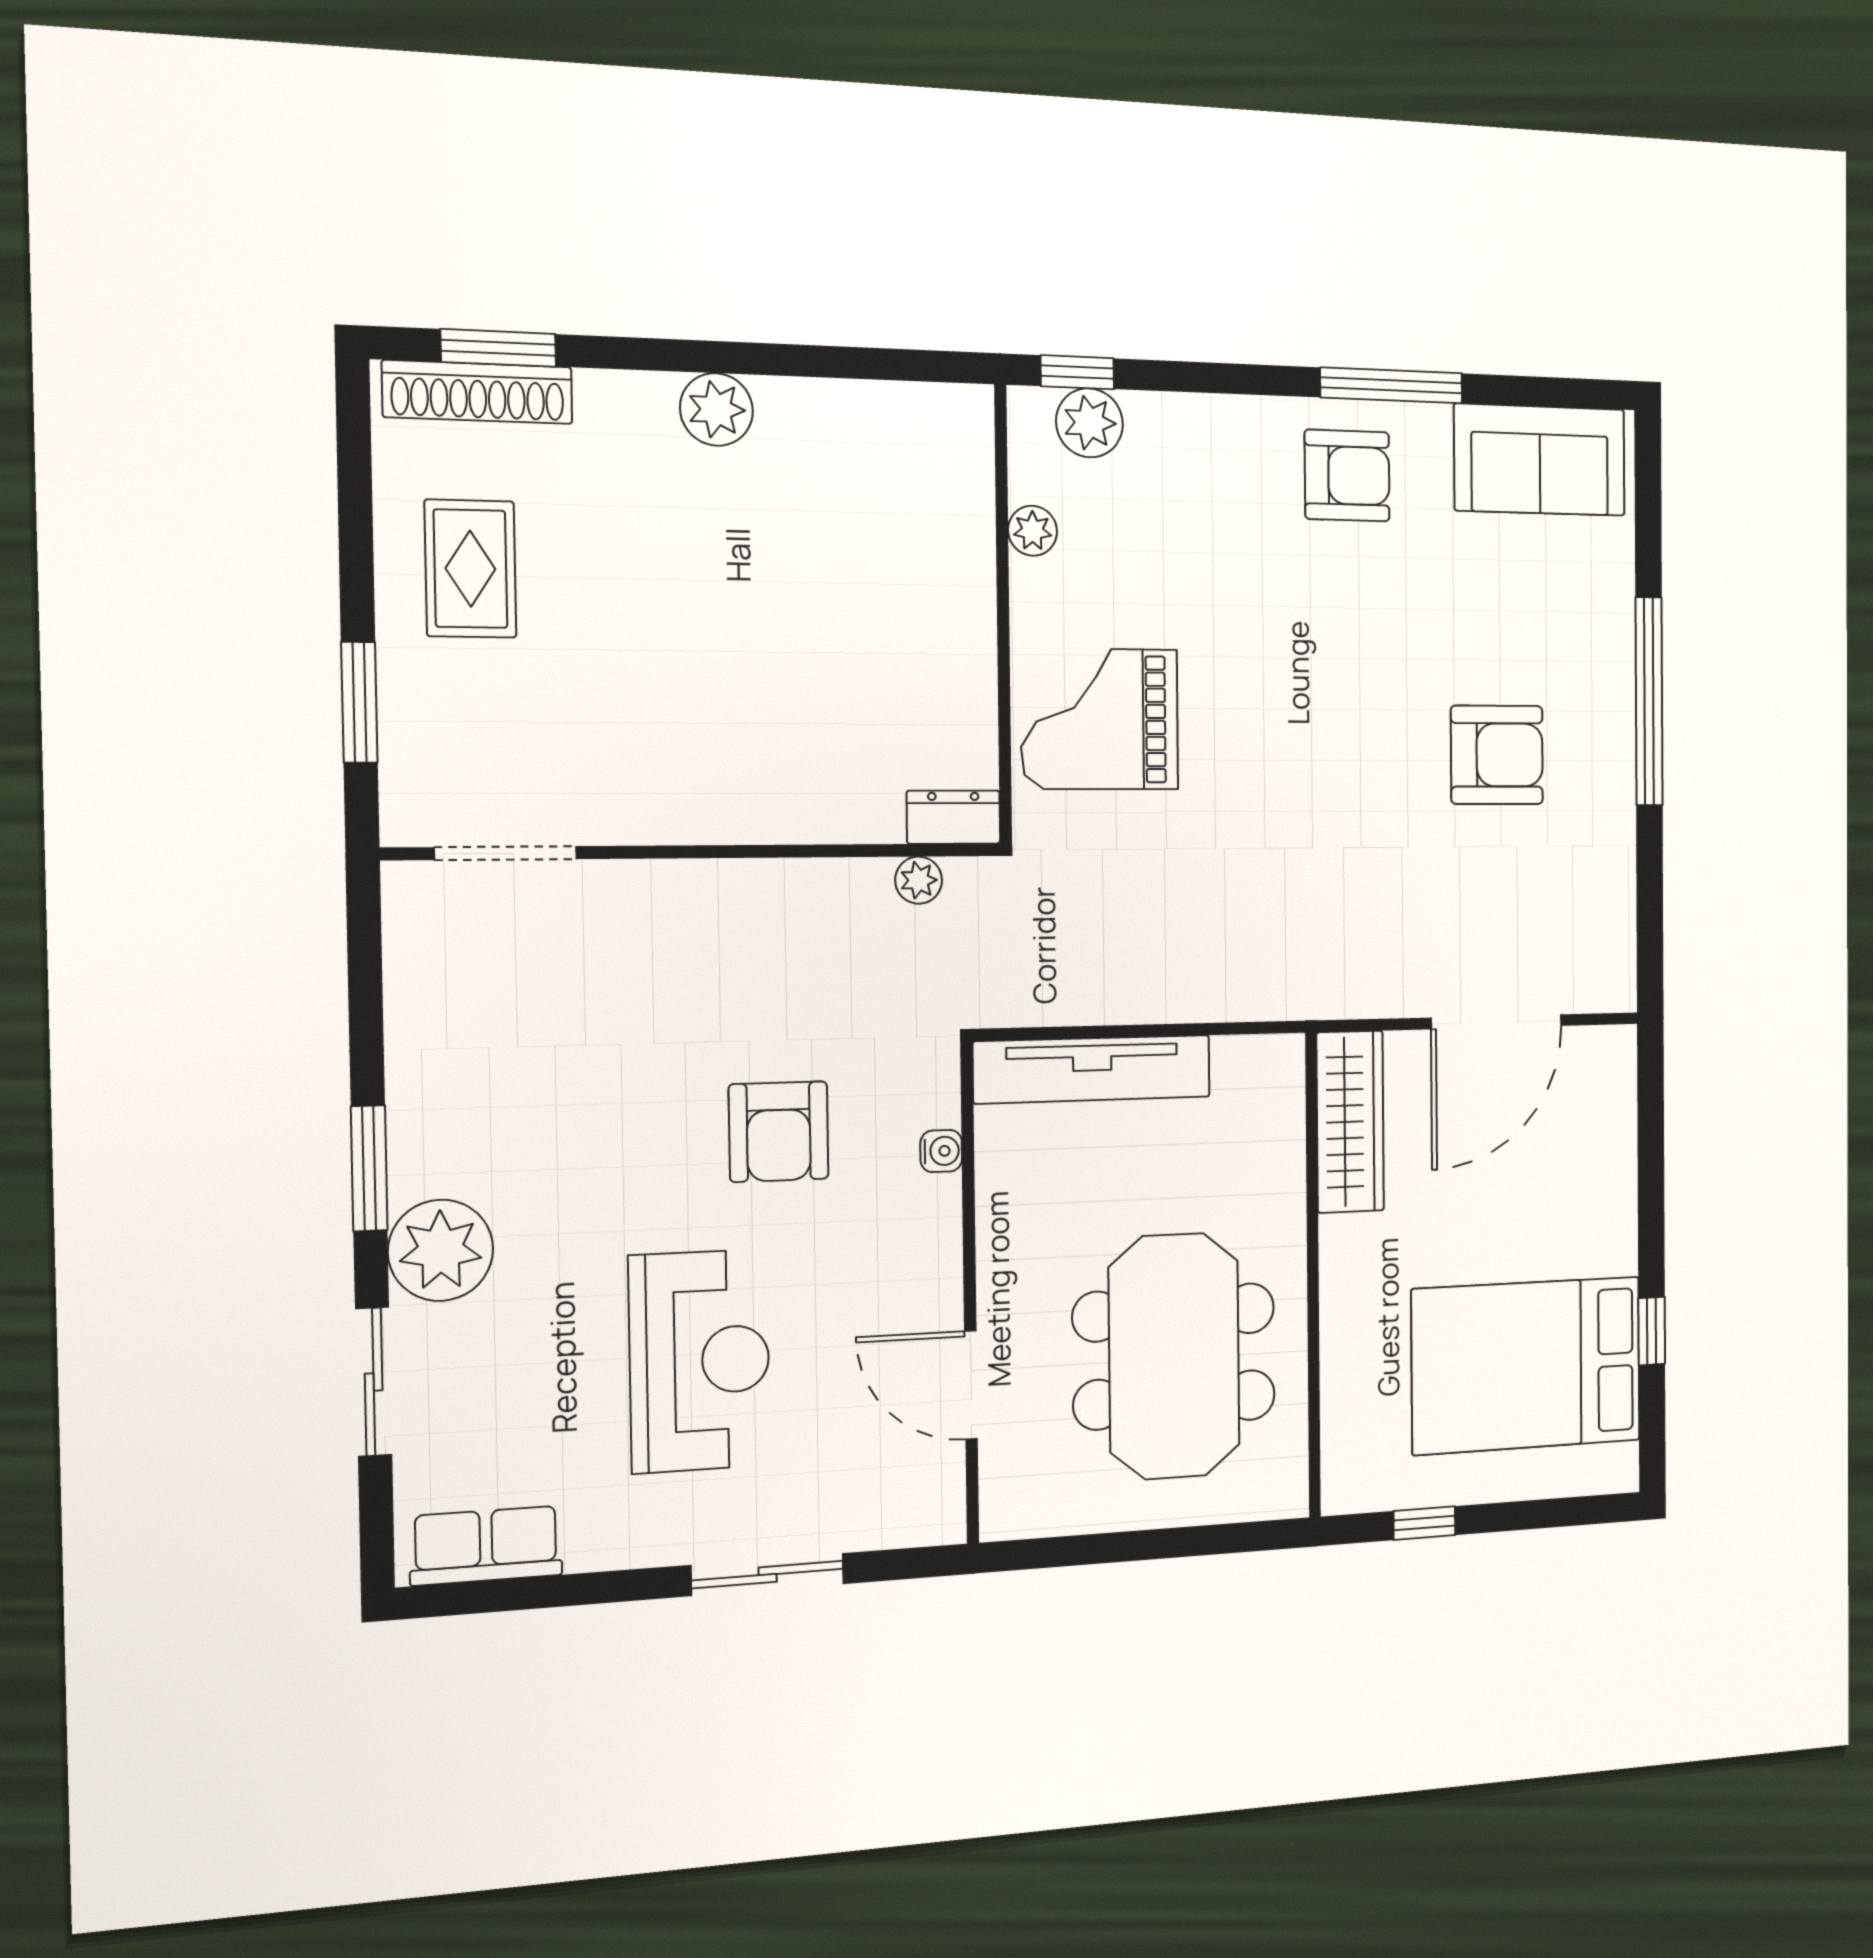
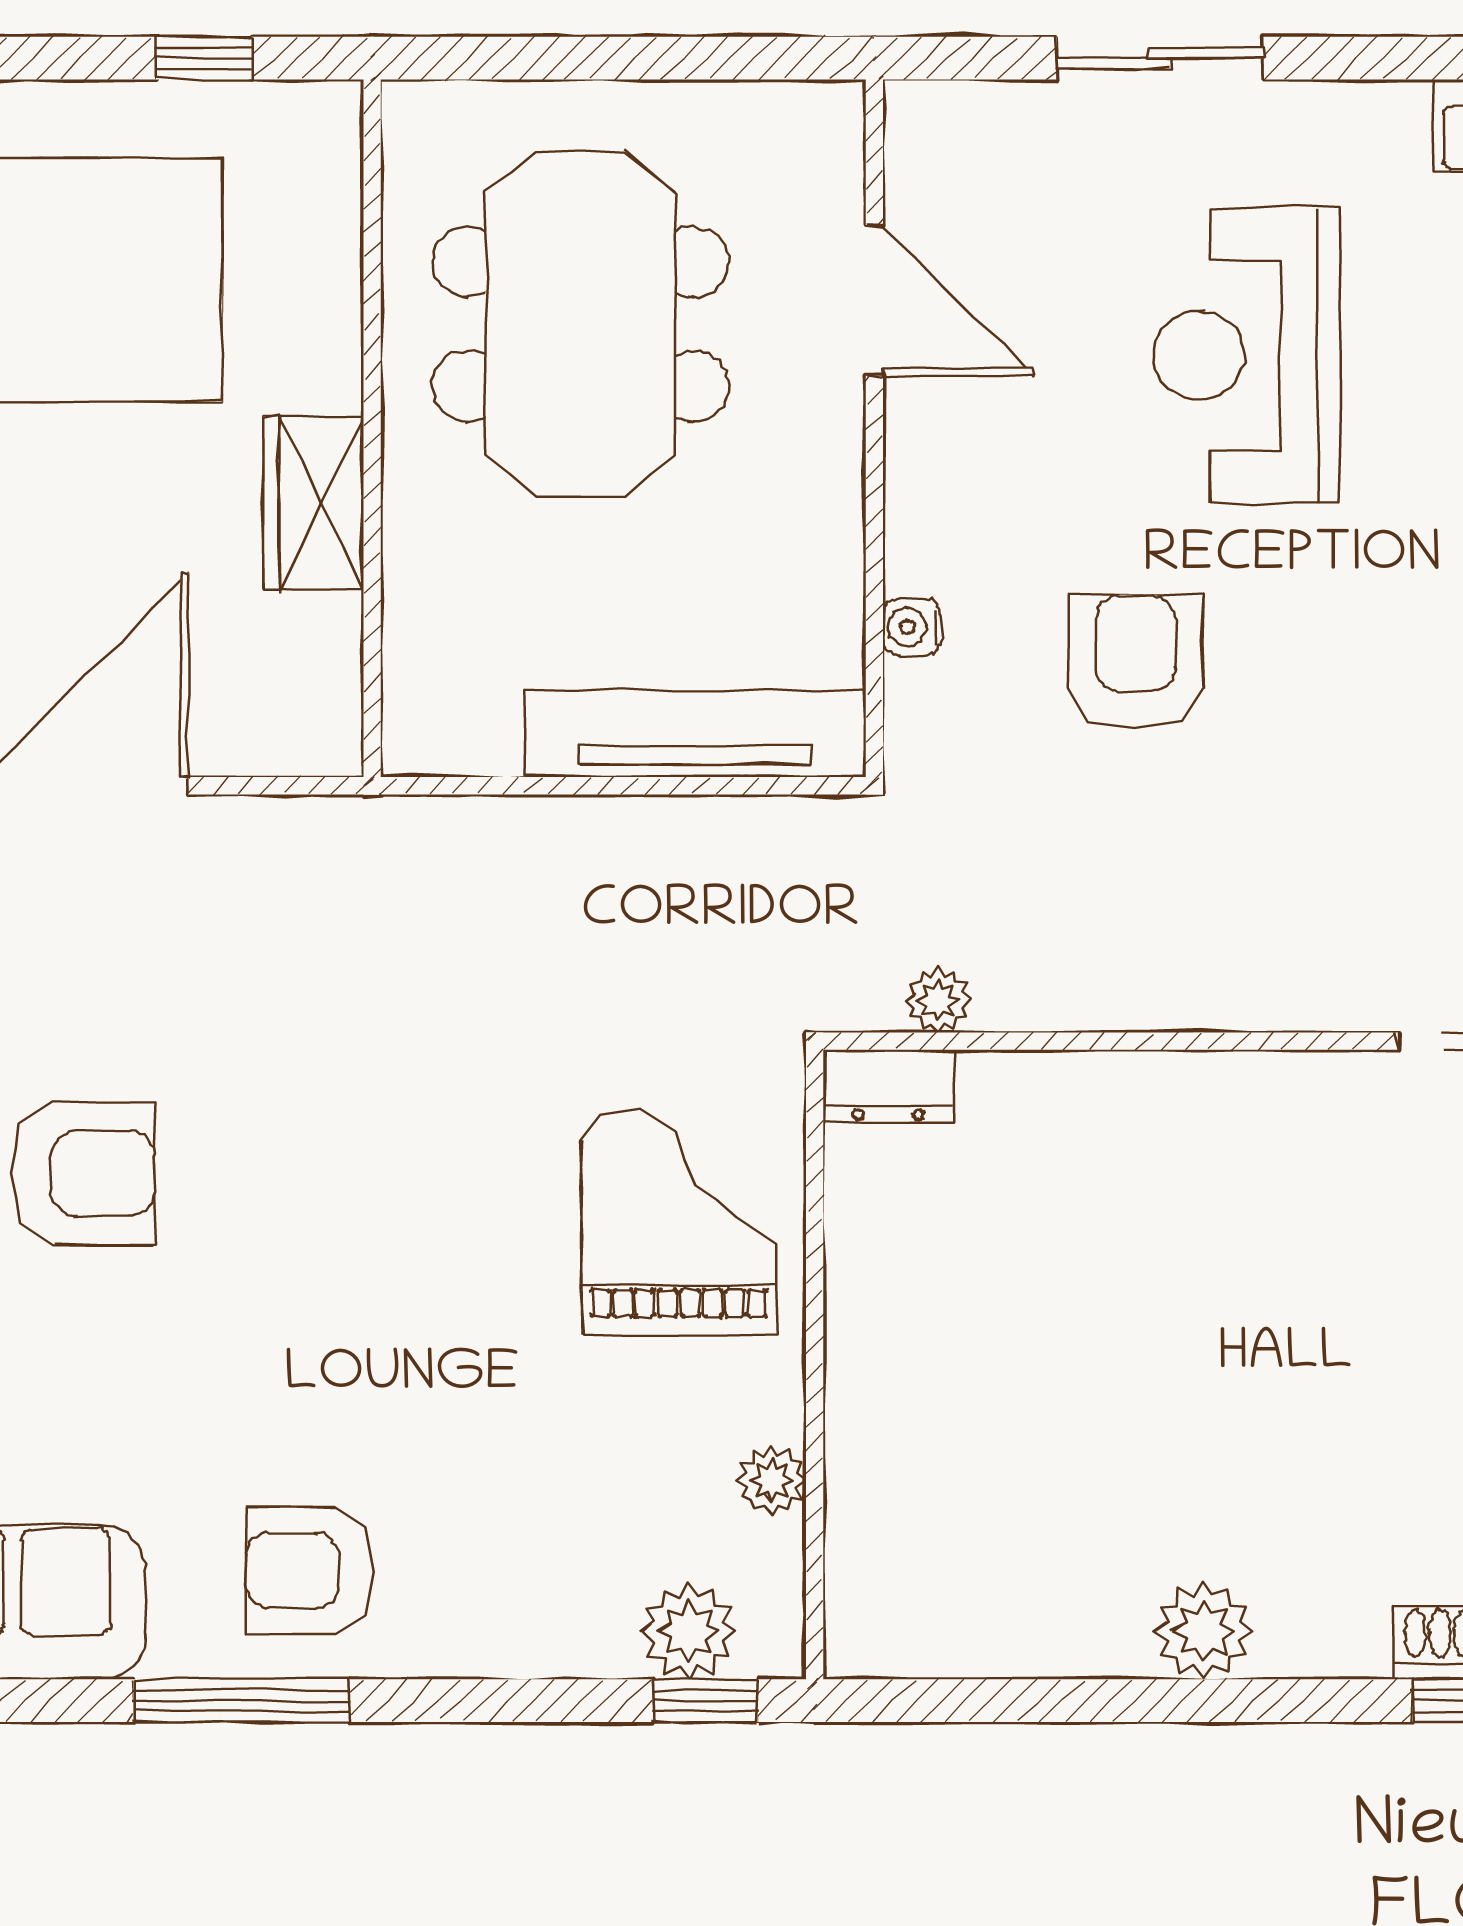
grand piano: (1100, 719) -> (679, 1222), turned -90
armchair: (1497, 755) -> (83, 1174), turned 180
wardrobe: (1350, 1122) -> (313, 503), moved, width x0.67

